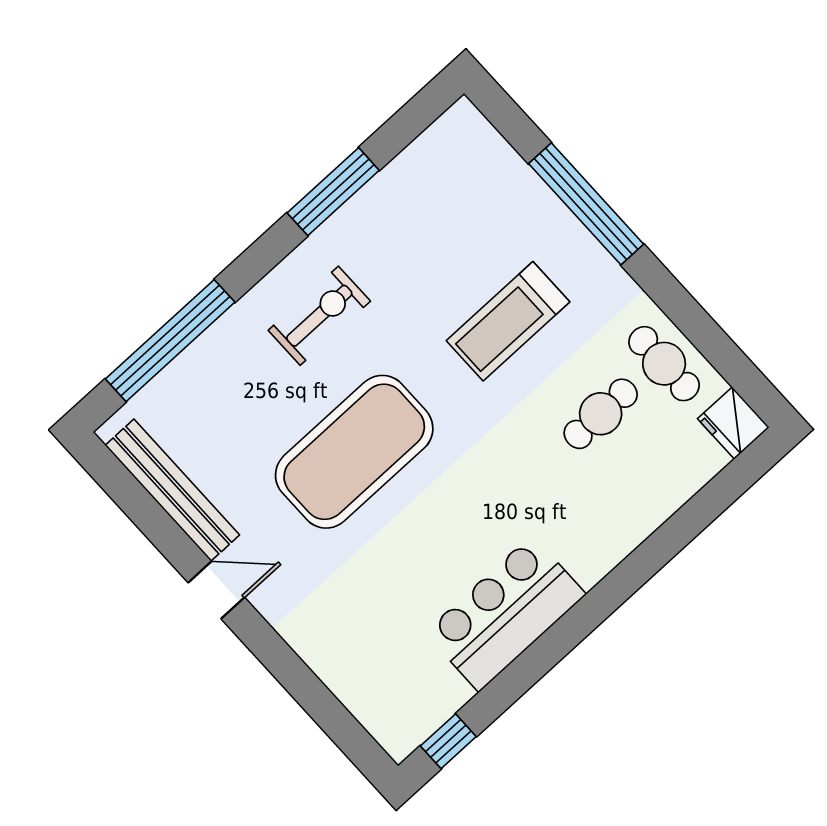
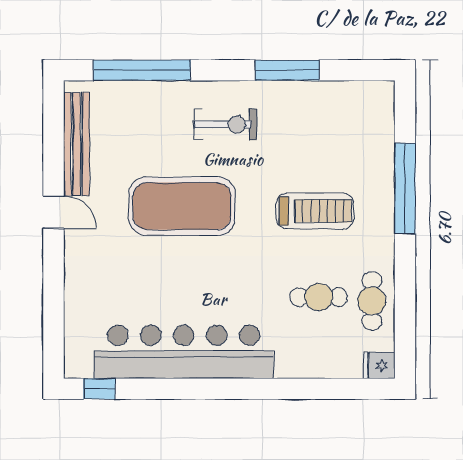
treadmill: (508, 321) -> (315, 211), turned 180
fridge: (733, 423) -> (379, 366), width x0.72
bar counter: (505, 613) -> (184, 352), width x1.86

